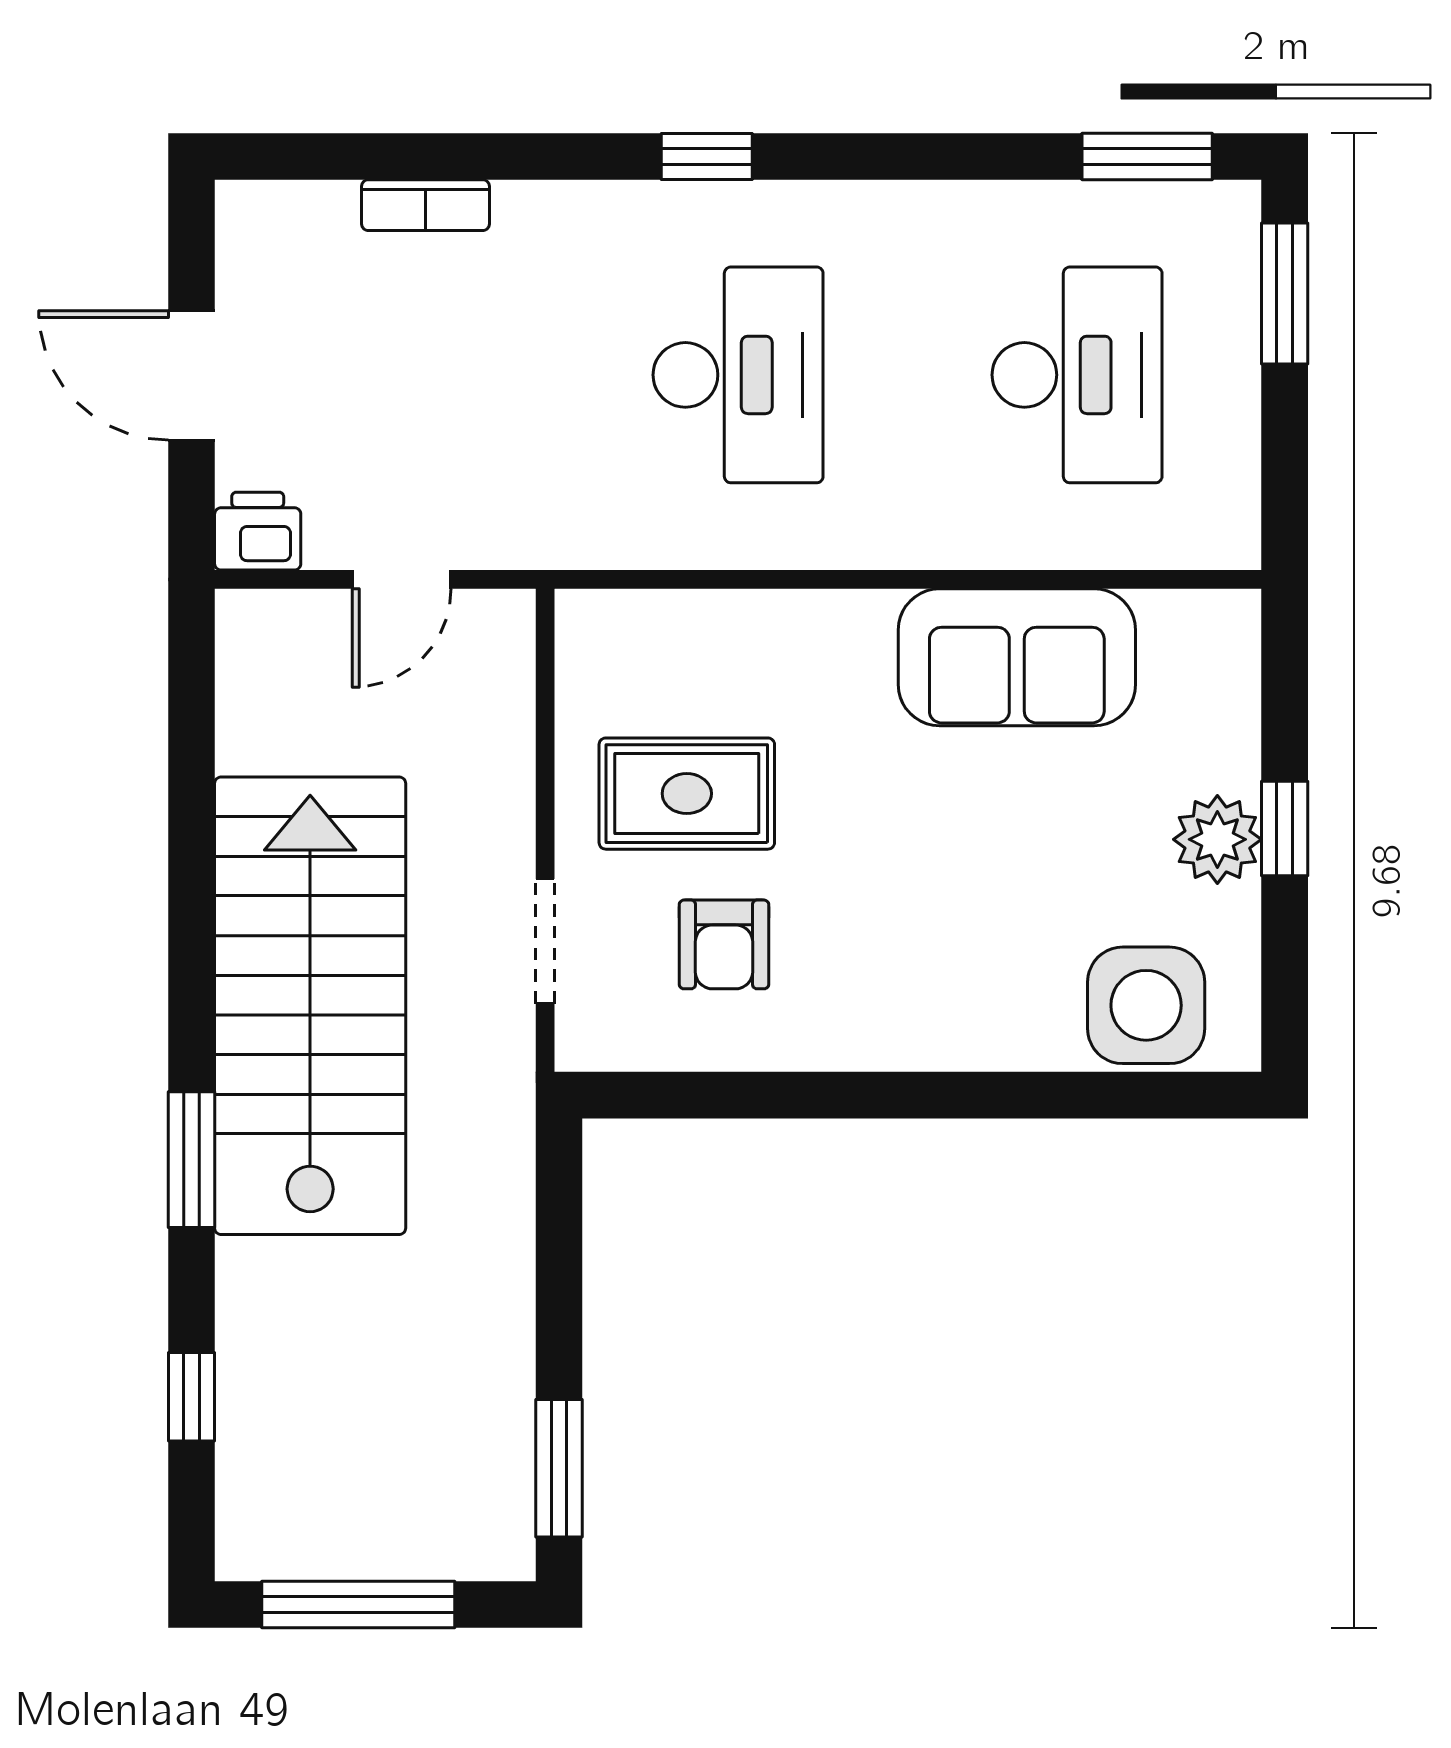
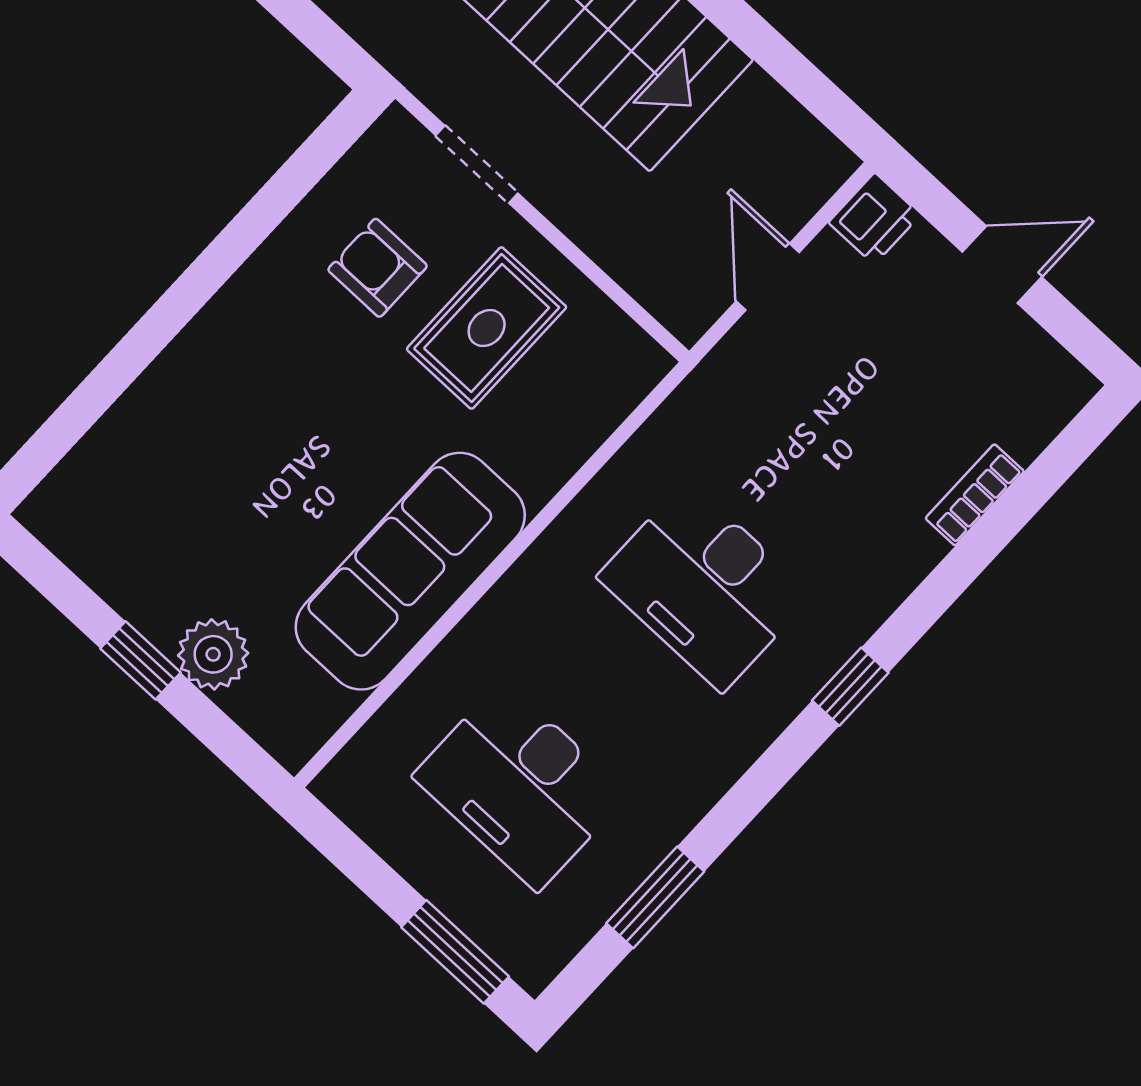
window: (1147, 156) -> (655, 897), moved
door: (192, 375) -> (1002, 265), width x0.73
sofa: (1017, 657) -> (410, 571), width x1.36
plant: (1217, 839) -> (213, 654), moved
side table: (1146, 1005) -> (112, 483), removed

